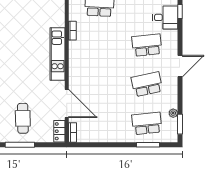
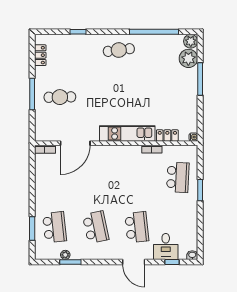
door: (180, 66) -> (134, 262), moved
window: (180, 124) -> (70, 262), moved
locker: (59, 131) -> (167, 135), moved

